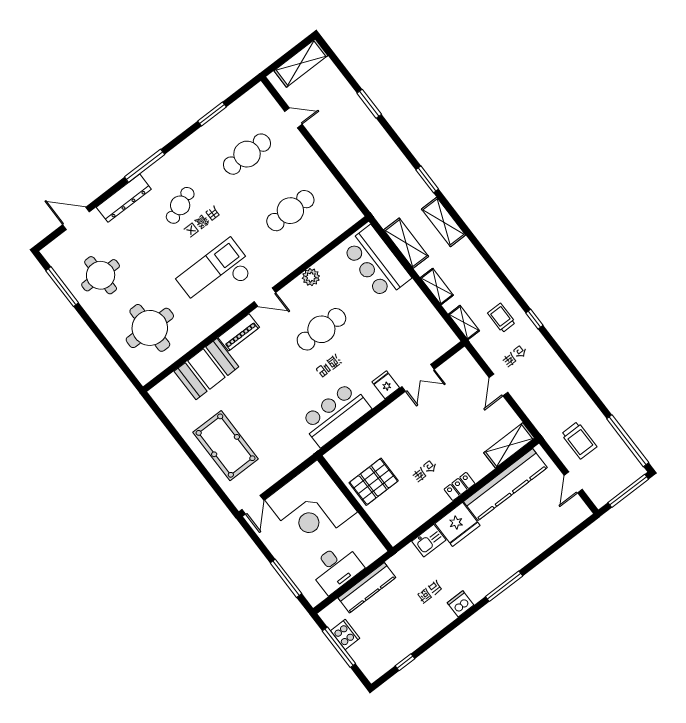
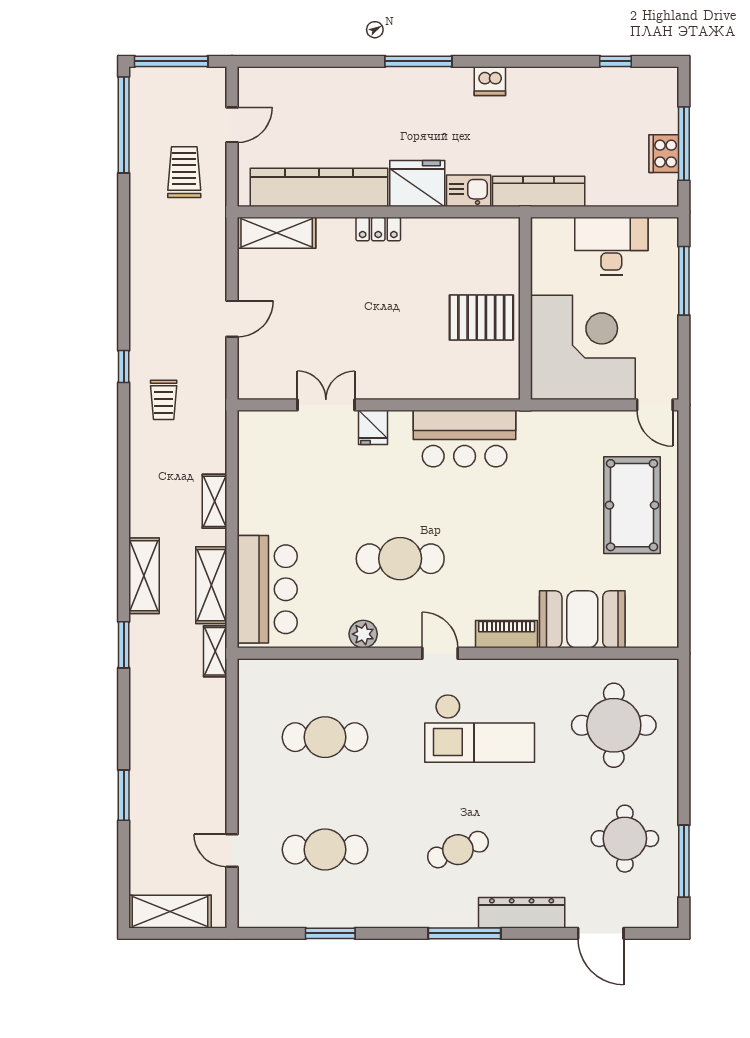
shelving: (464, 323) -> (215, 651), moved
door: (253, 505) -> (655, 405), swing flipped
kitchen counter: (367, 588) -> (539, 191), moved

